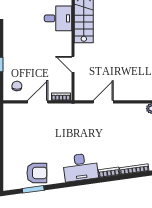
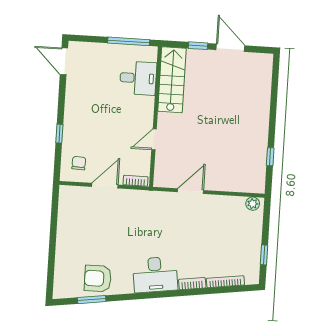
door: (73, 64) -> (154, 139), hinge flipped
armchair: (37, 173) -> (98, 278), turned 180

